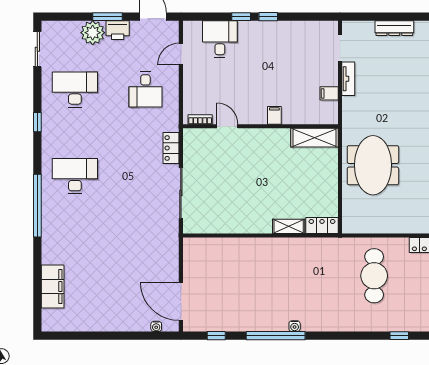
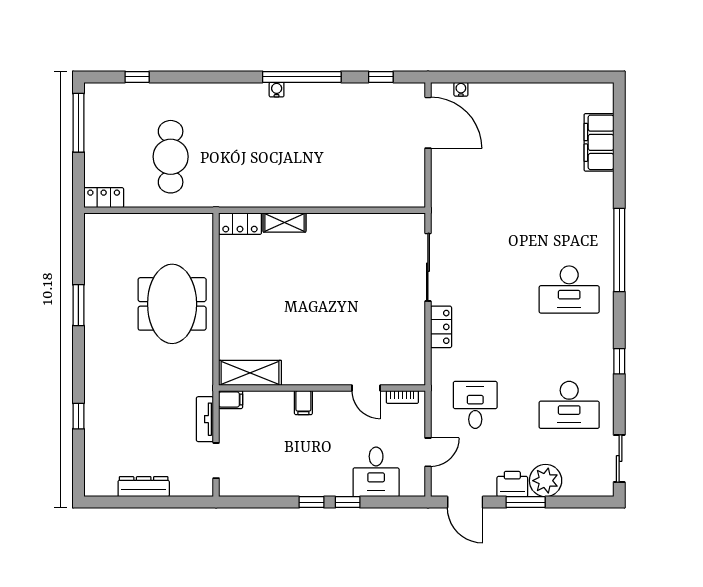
filing cabinet: (274, 115) -> (303, 403), moved
bookcase: (200, 120) -> (402, 397), moved
door: (227, 126) -> (366, 388), moved
wall: (260, 126) -> (322, 388), moved
shelving: (314, 138) -> (250, 373), moved

